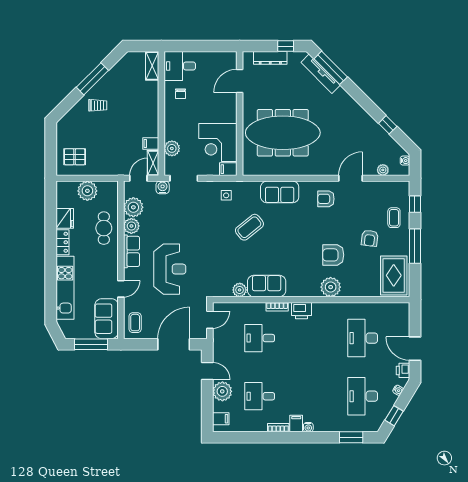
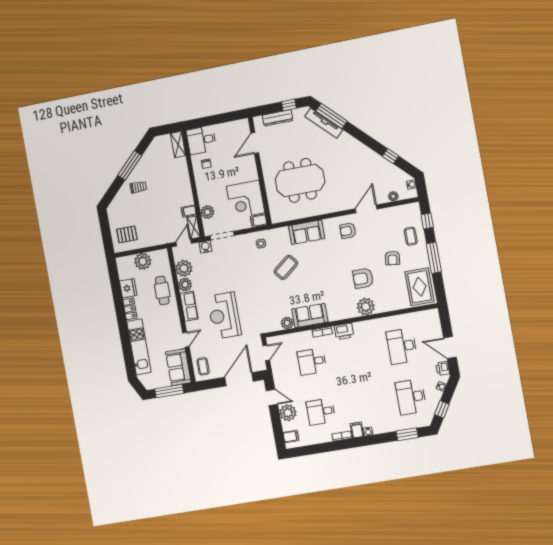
meeting table: (283, 133) -> (300, 180), width x0.73
reception desk: (170, 269) -> (224, 315), turned 180

